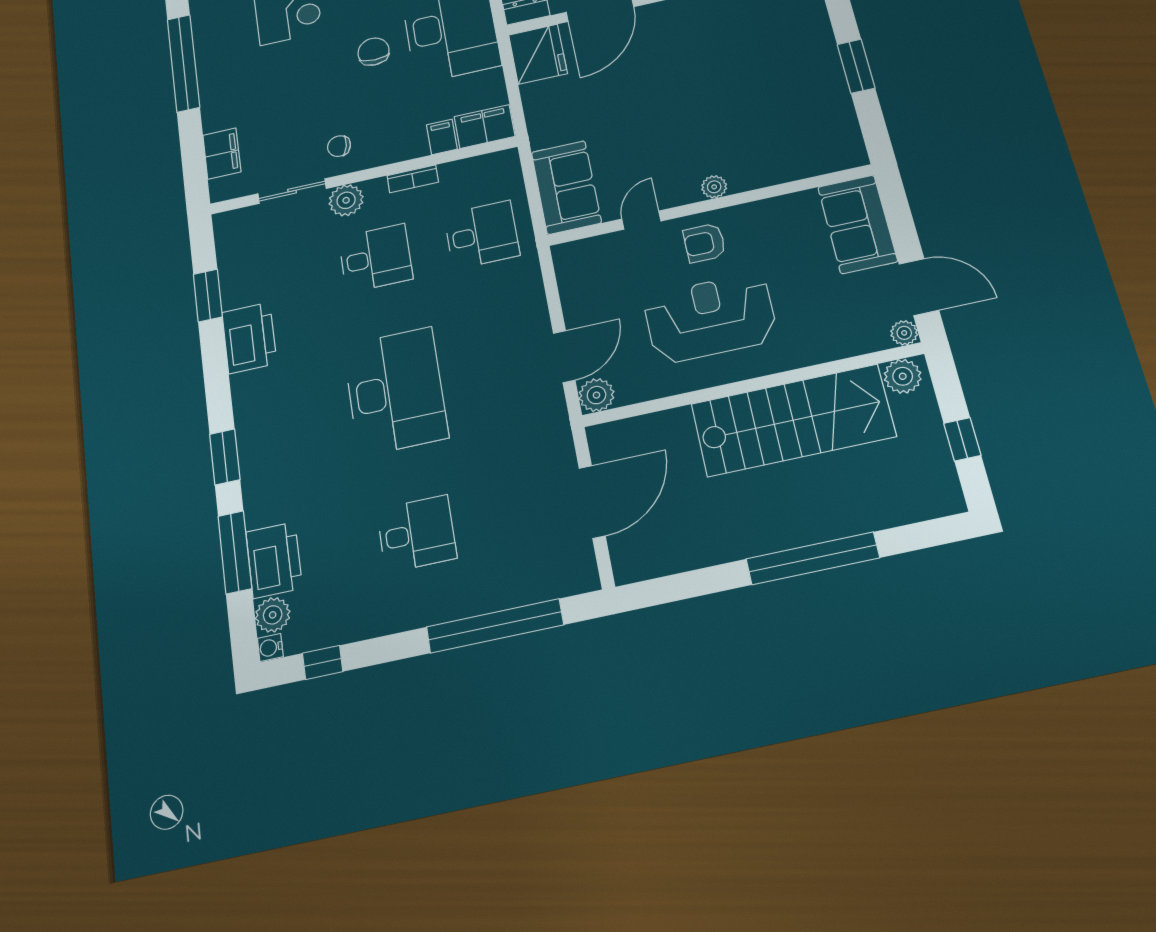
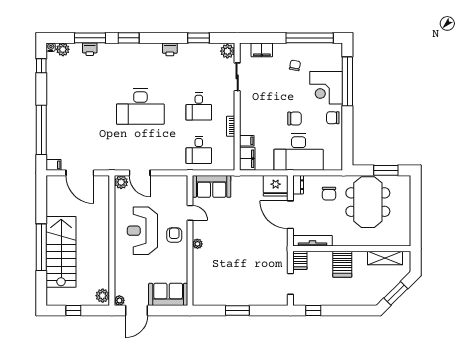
chair: (339, 146) -> (295, 65), moved
plant: (346, 200) -> (227, 51), moved
reception desk: (710, 318) -> (142, 231), turned 180
printer: (249, 338) -> (170, 49), width x0.53, depth x0.68
stairs: (793, 420) -> (61, 252), moved, turned 180
desk: (417, 534) -> (82, 107), removed
printer: (274, 560) -> (90, 49), width x0.53, depth x0.68
filing cabinet: (583, 573) -> (54, 165), added

